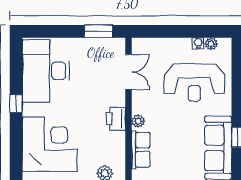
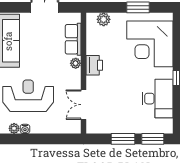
window: (46, 31) -> (153, 139), added
window: (98, 31) -> (123, 139), moved
desk: (46, 71) -> (158, 99), width x0.73, depth x0.77

